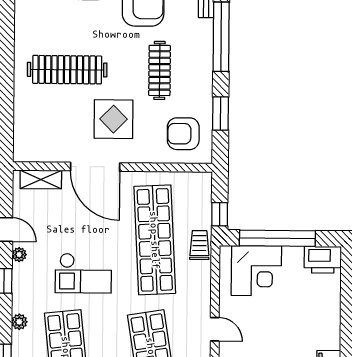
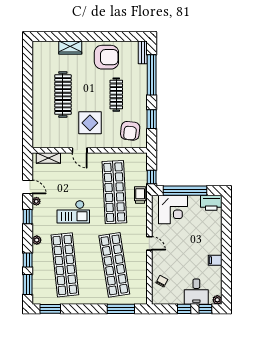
clothes rail: (67, 70) -> (63, 95), turned 90
armchair: (183, 134) -> (130, 131), turned -84
door: (95, 167) -> (80, 150), width x0.53

